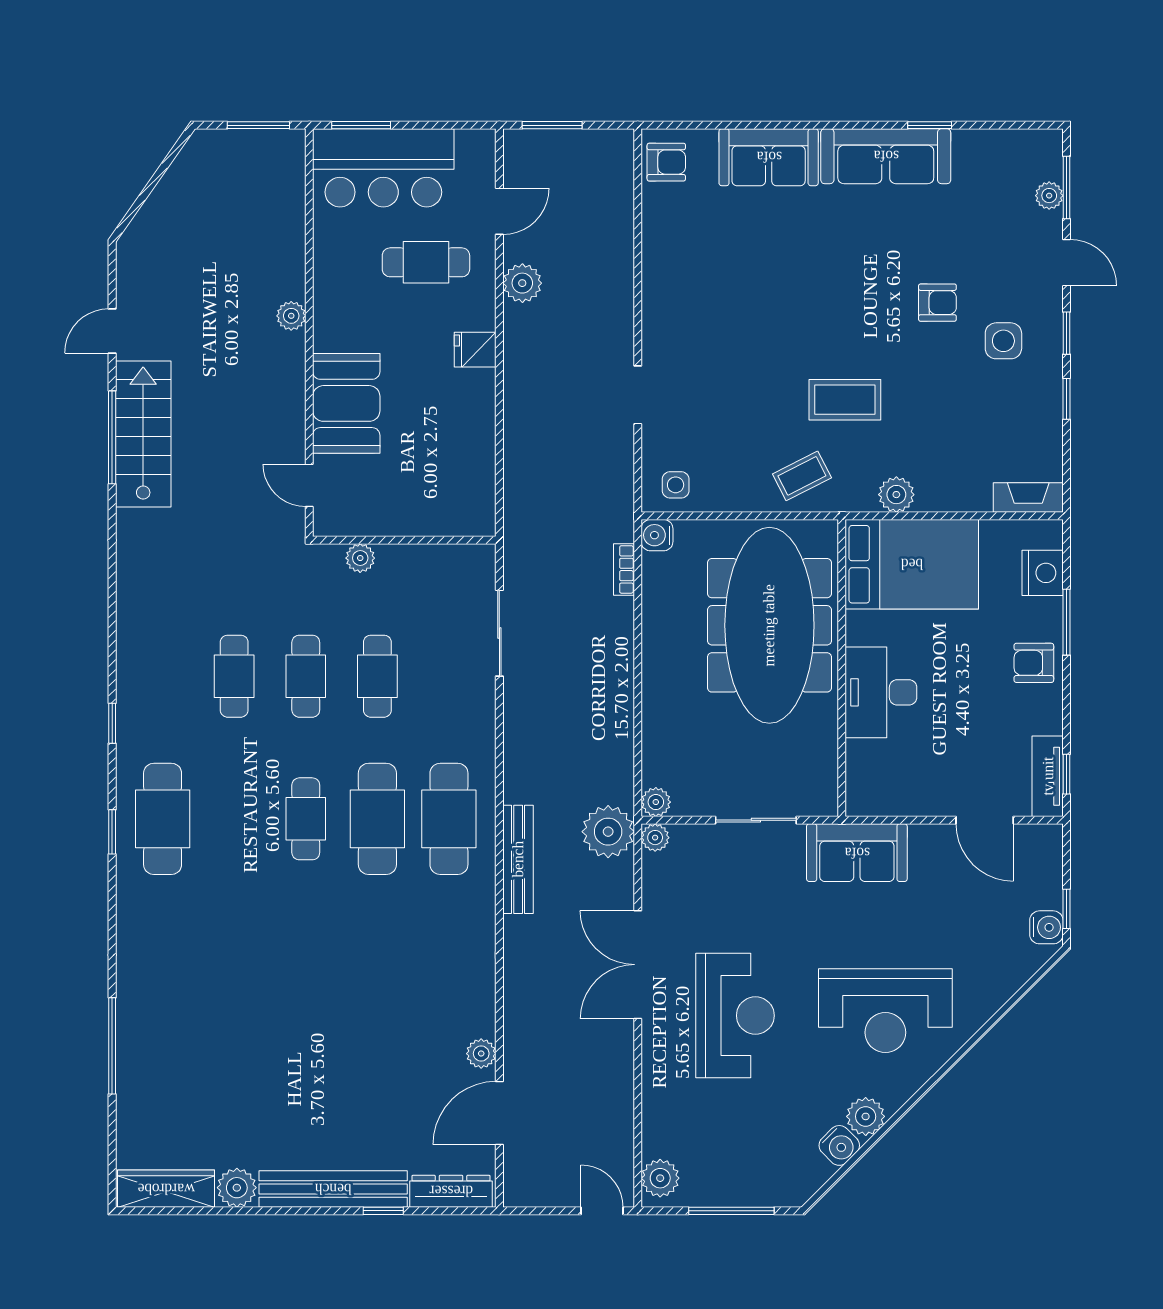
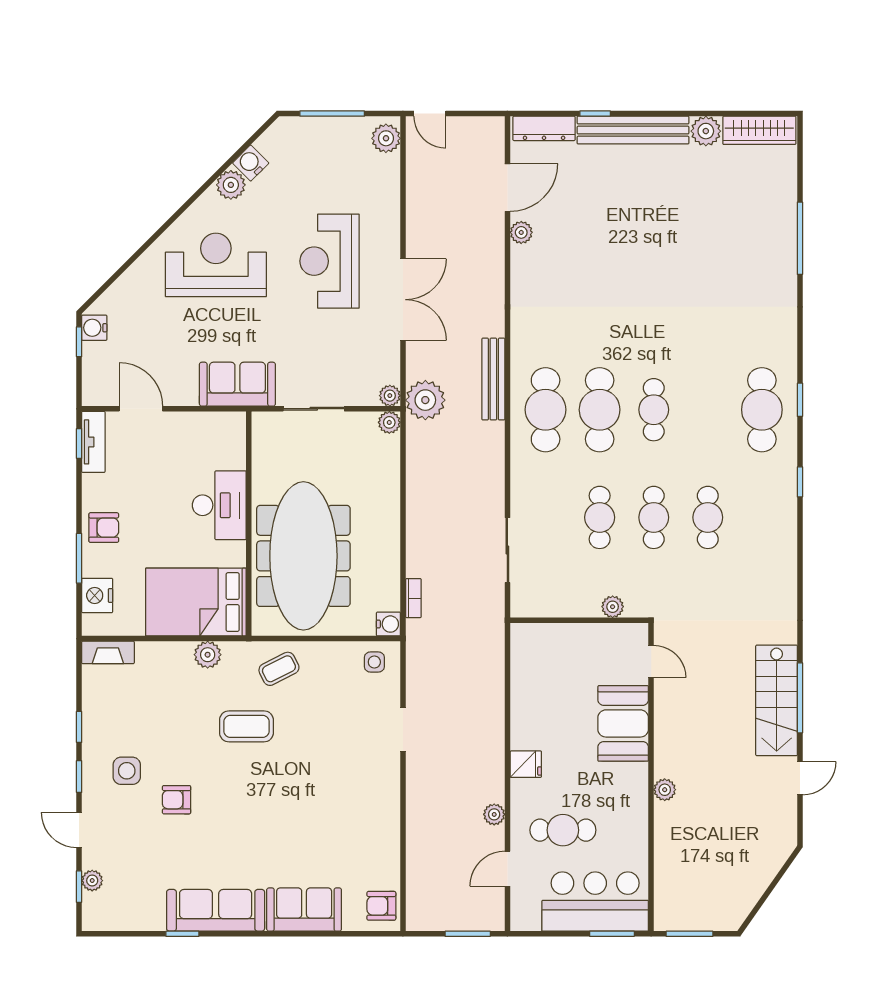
window: (1066, 188) -> (79, 887), width x0.67
plant: (522, 283) -> (494, 814), width x0.73, depth x0.73

